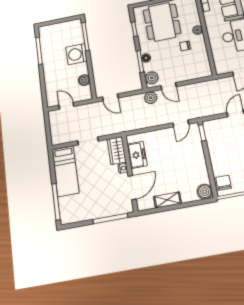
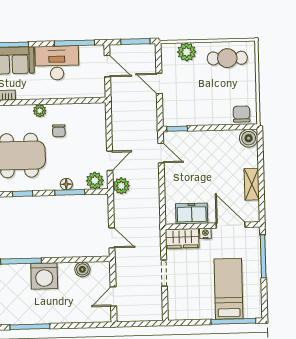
door: (110, 97) -> (112, 238), hinge flipped
bed: (66, 171) -> (229, 289), moved, turned -90
chair: (224, 183) -> (242, 114), turned 90

